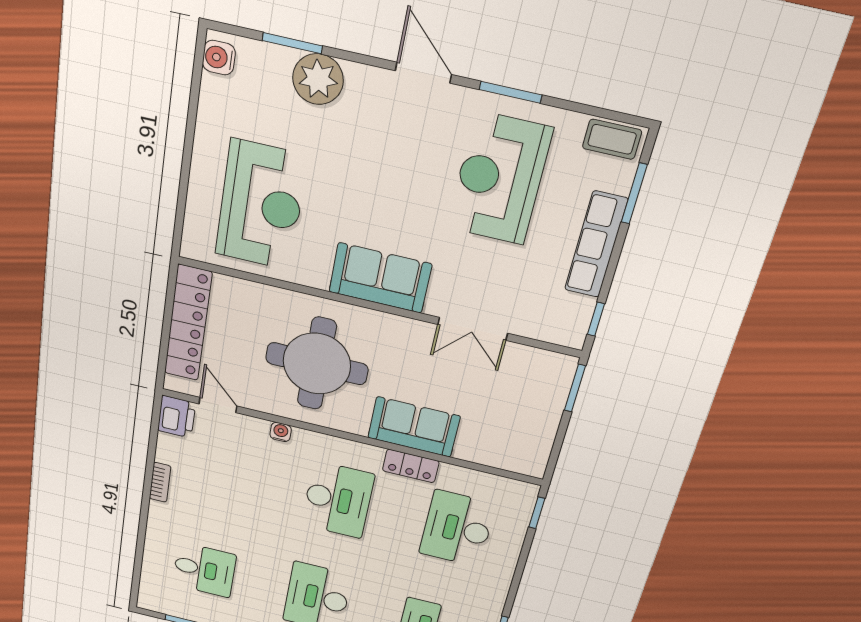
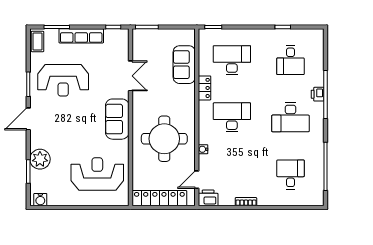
sofa: (414, 427) -> (184, 65), moved
desk: (457, 529) -> (232, 60), turned 180

